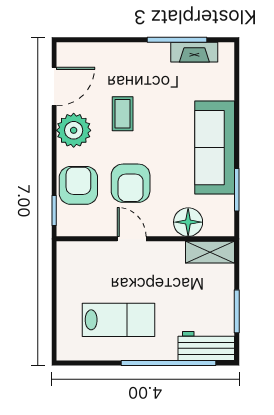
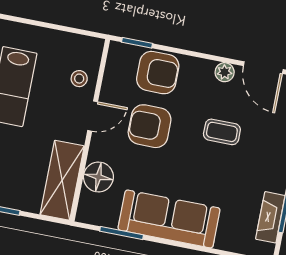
plant: (74, 130) -> (225, 72), width x0.53, depth x0.53
shelving: (210, 252) -> (62, 180), width x1.50, depth x1.33
stool: (99, 259) -> (79, 79), added

